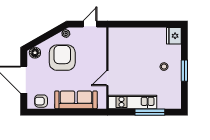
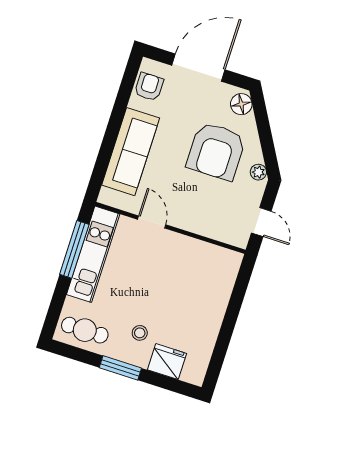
fridge: (174, 36) -> (167, 362), moved
armchair: (62, 58) -> (216, 151), turned 90
cafe table: (171, 94) -> (85, 330), added
window: (150, 112) -> (74, 249), moved

